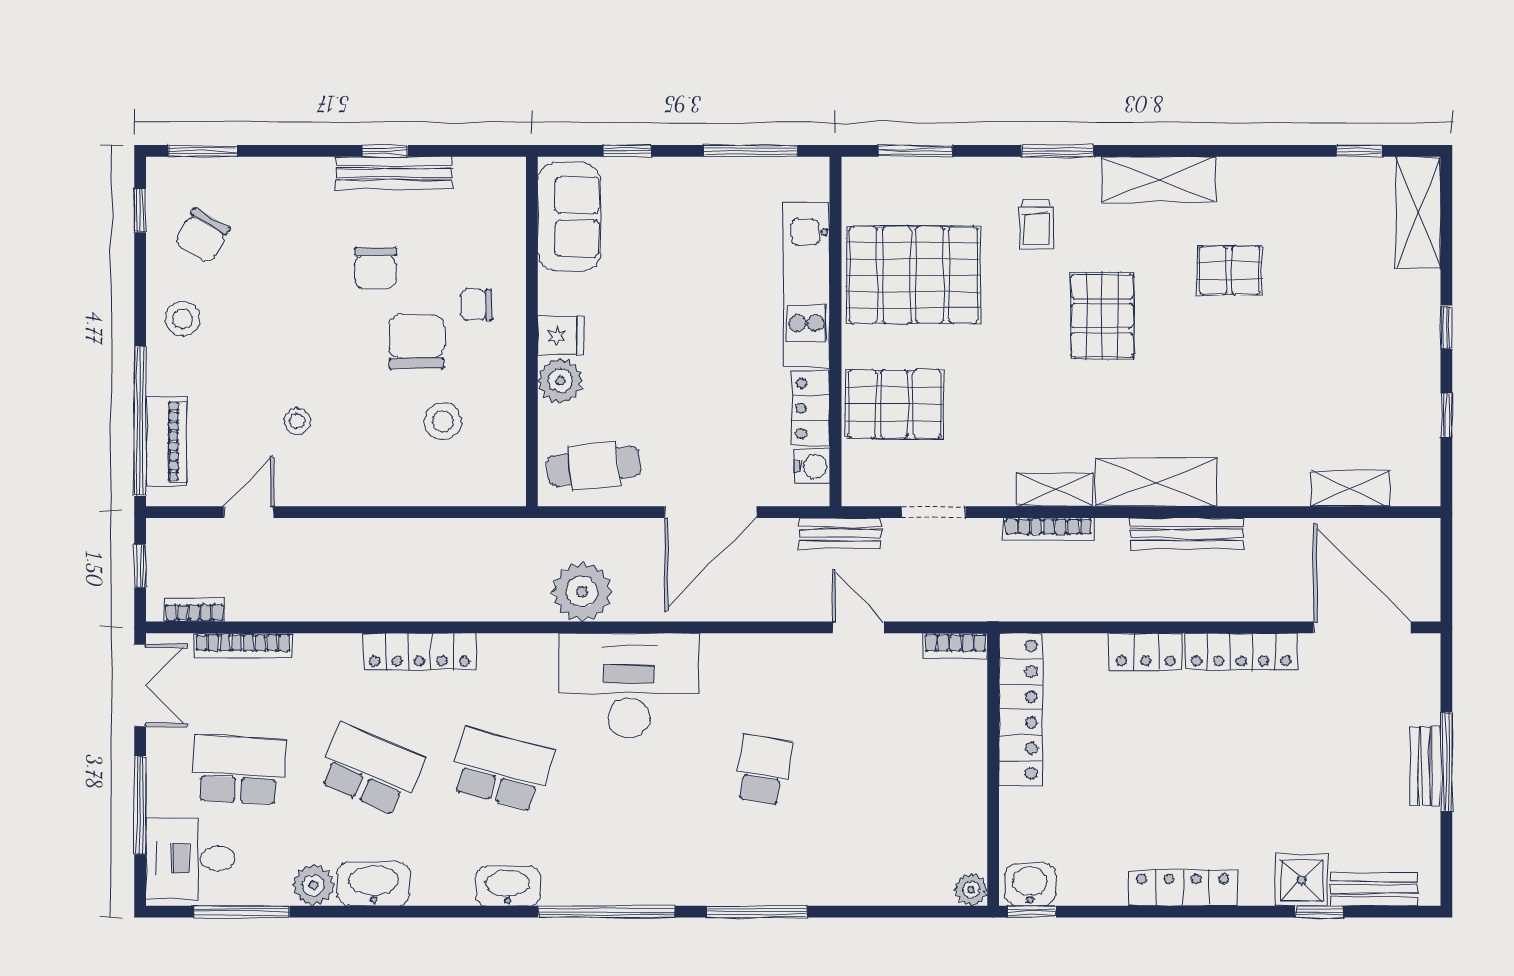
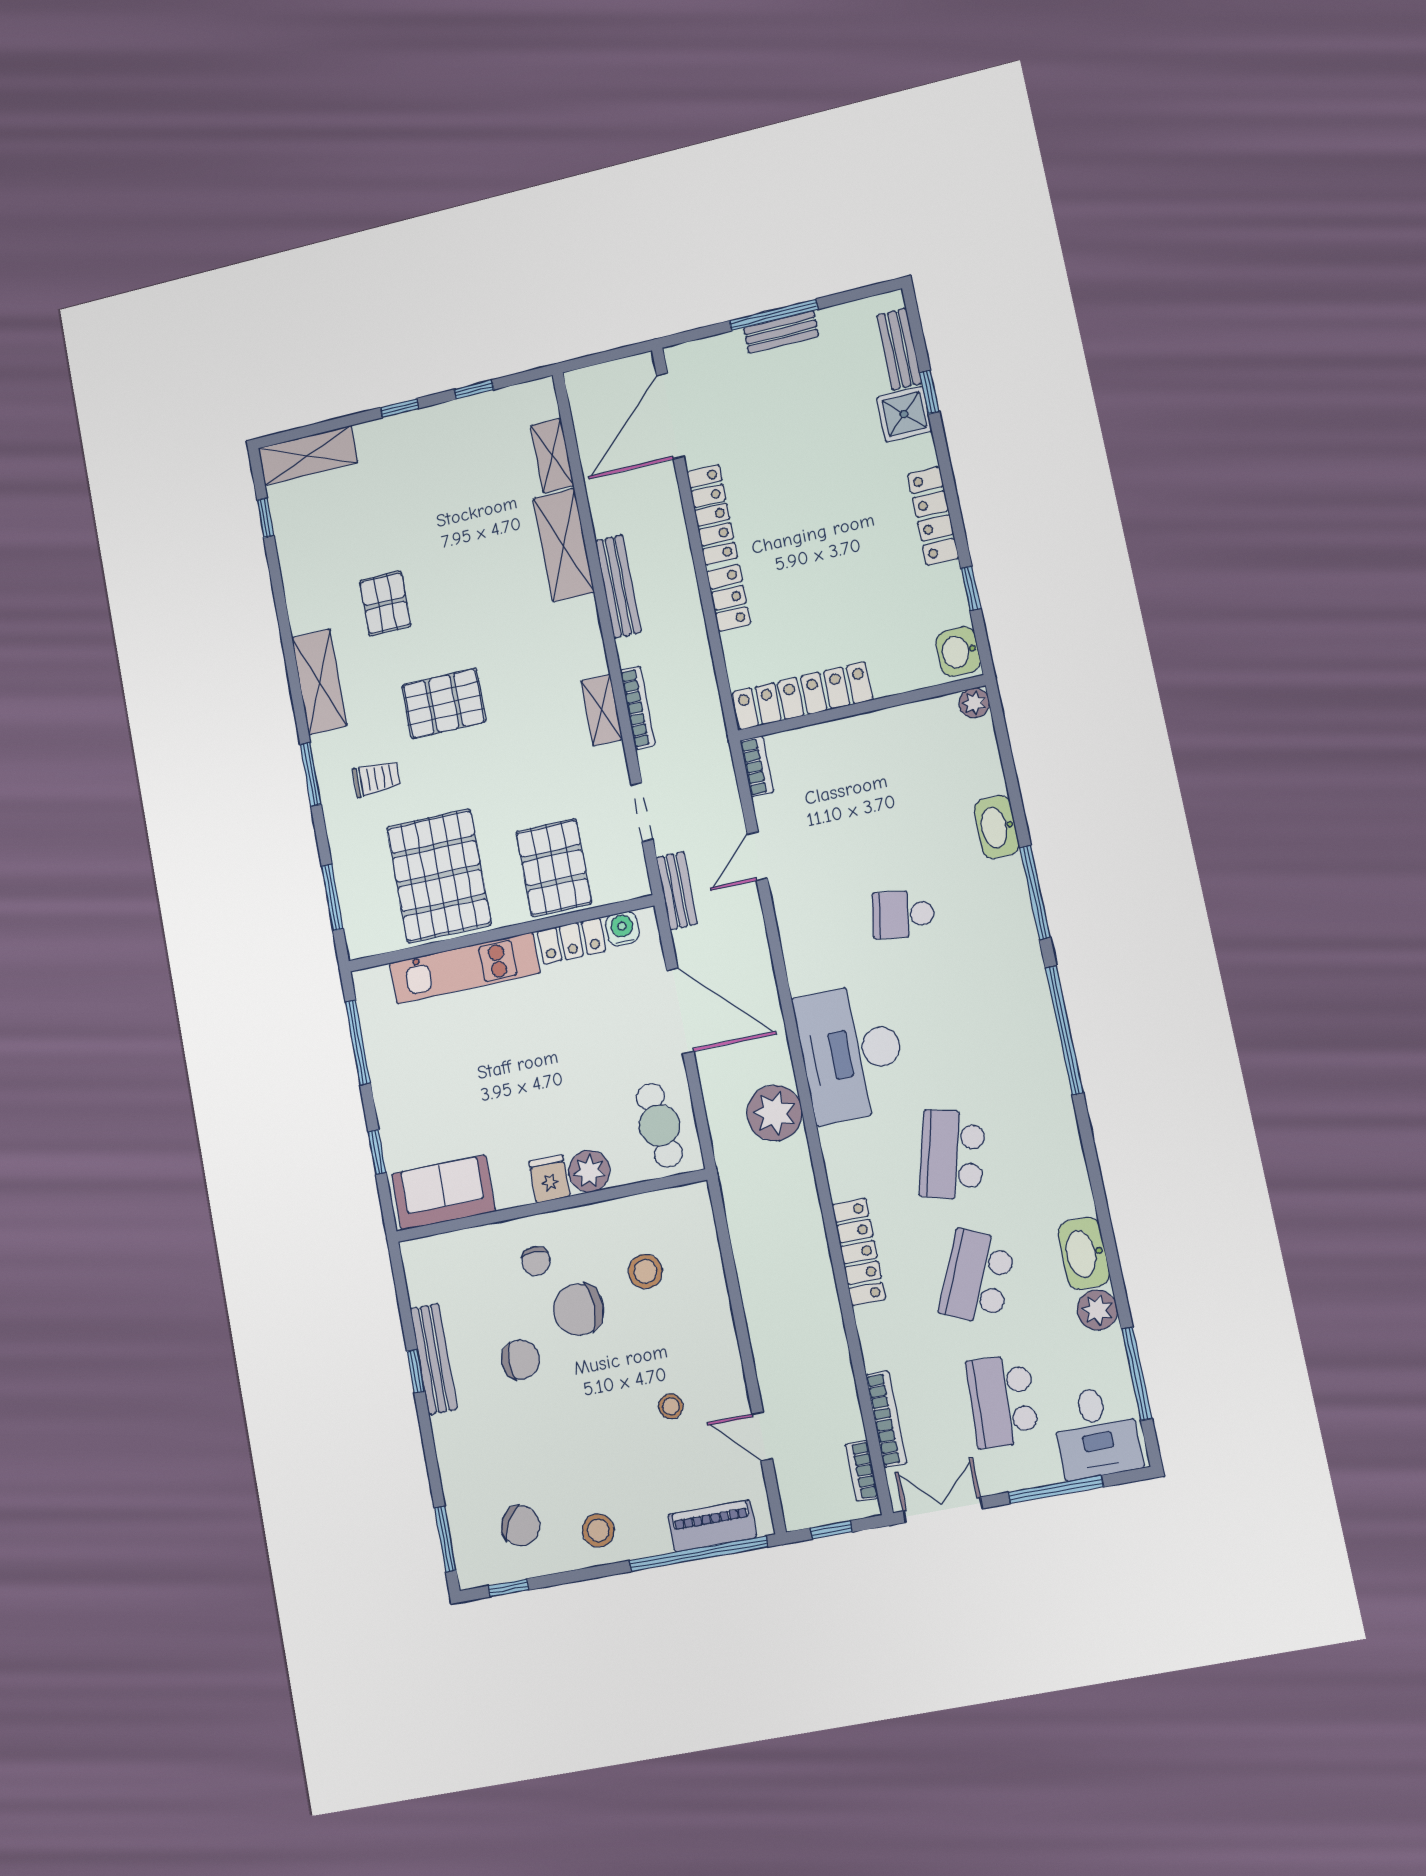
shelving: (1156, 482) -> (564, 545), moved
washbasin: (508, 886) -> (997, 827), moved
window: (1032, 912) -> (971, 588), moved

